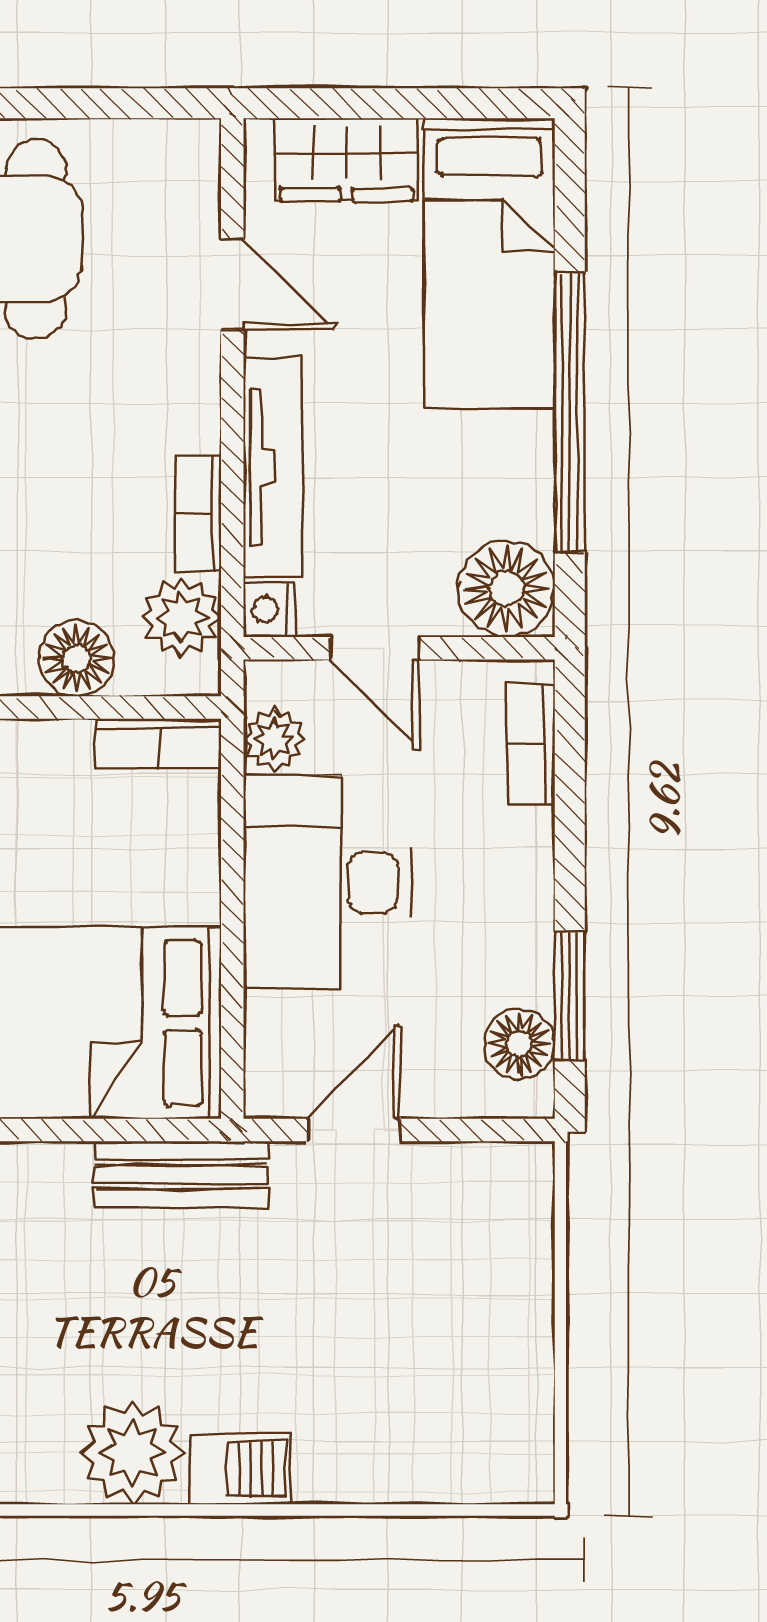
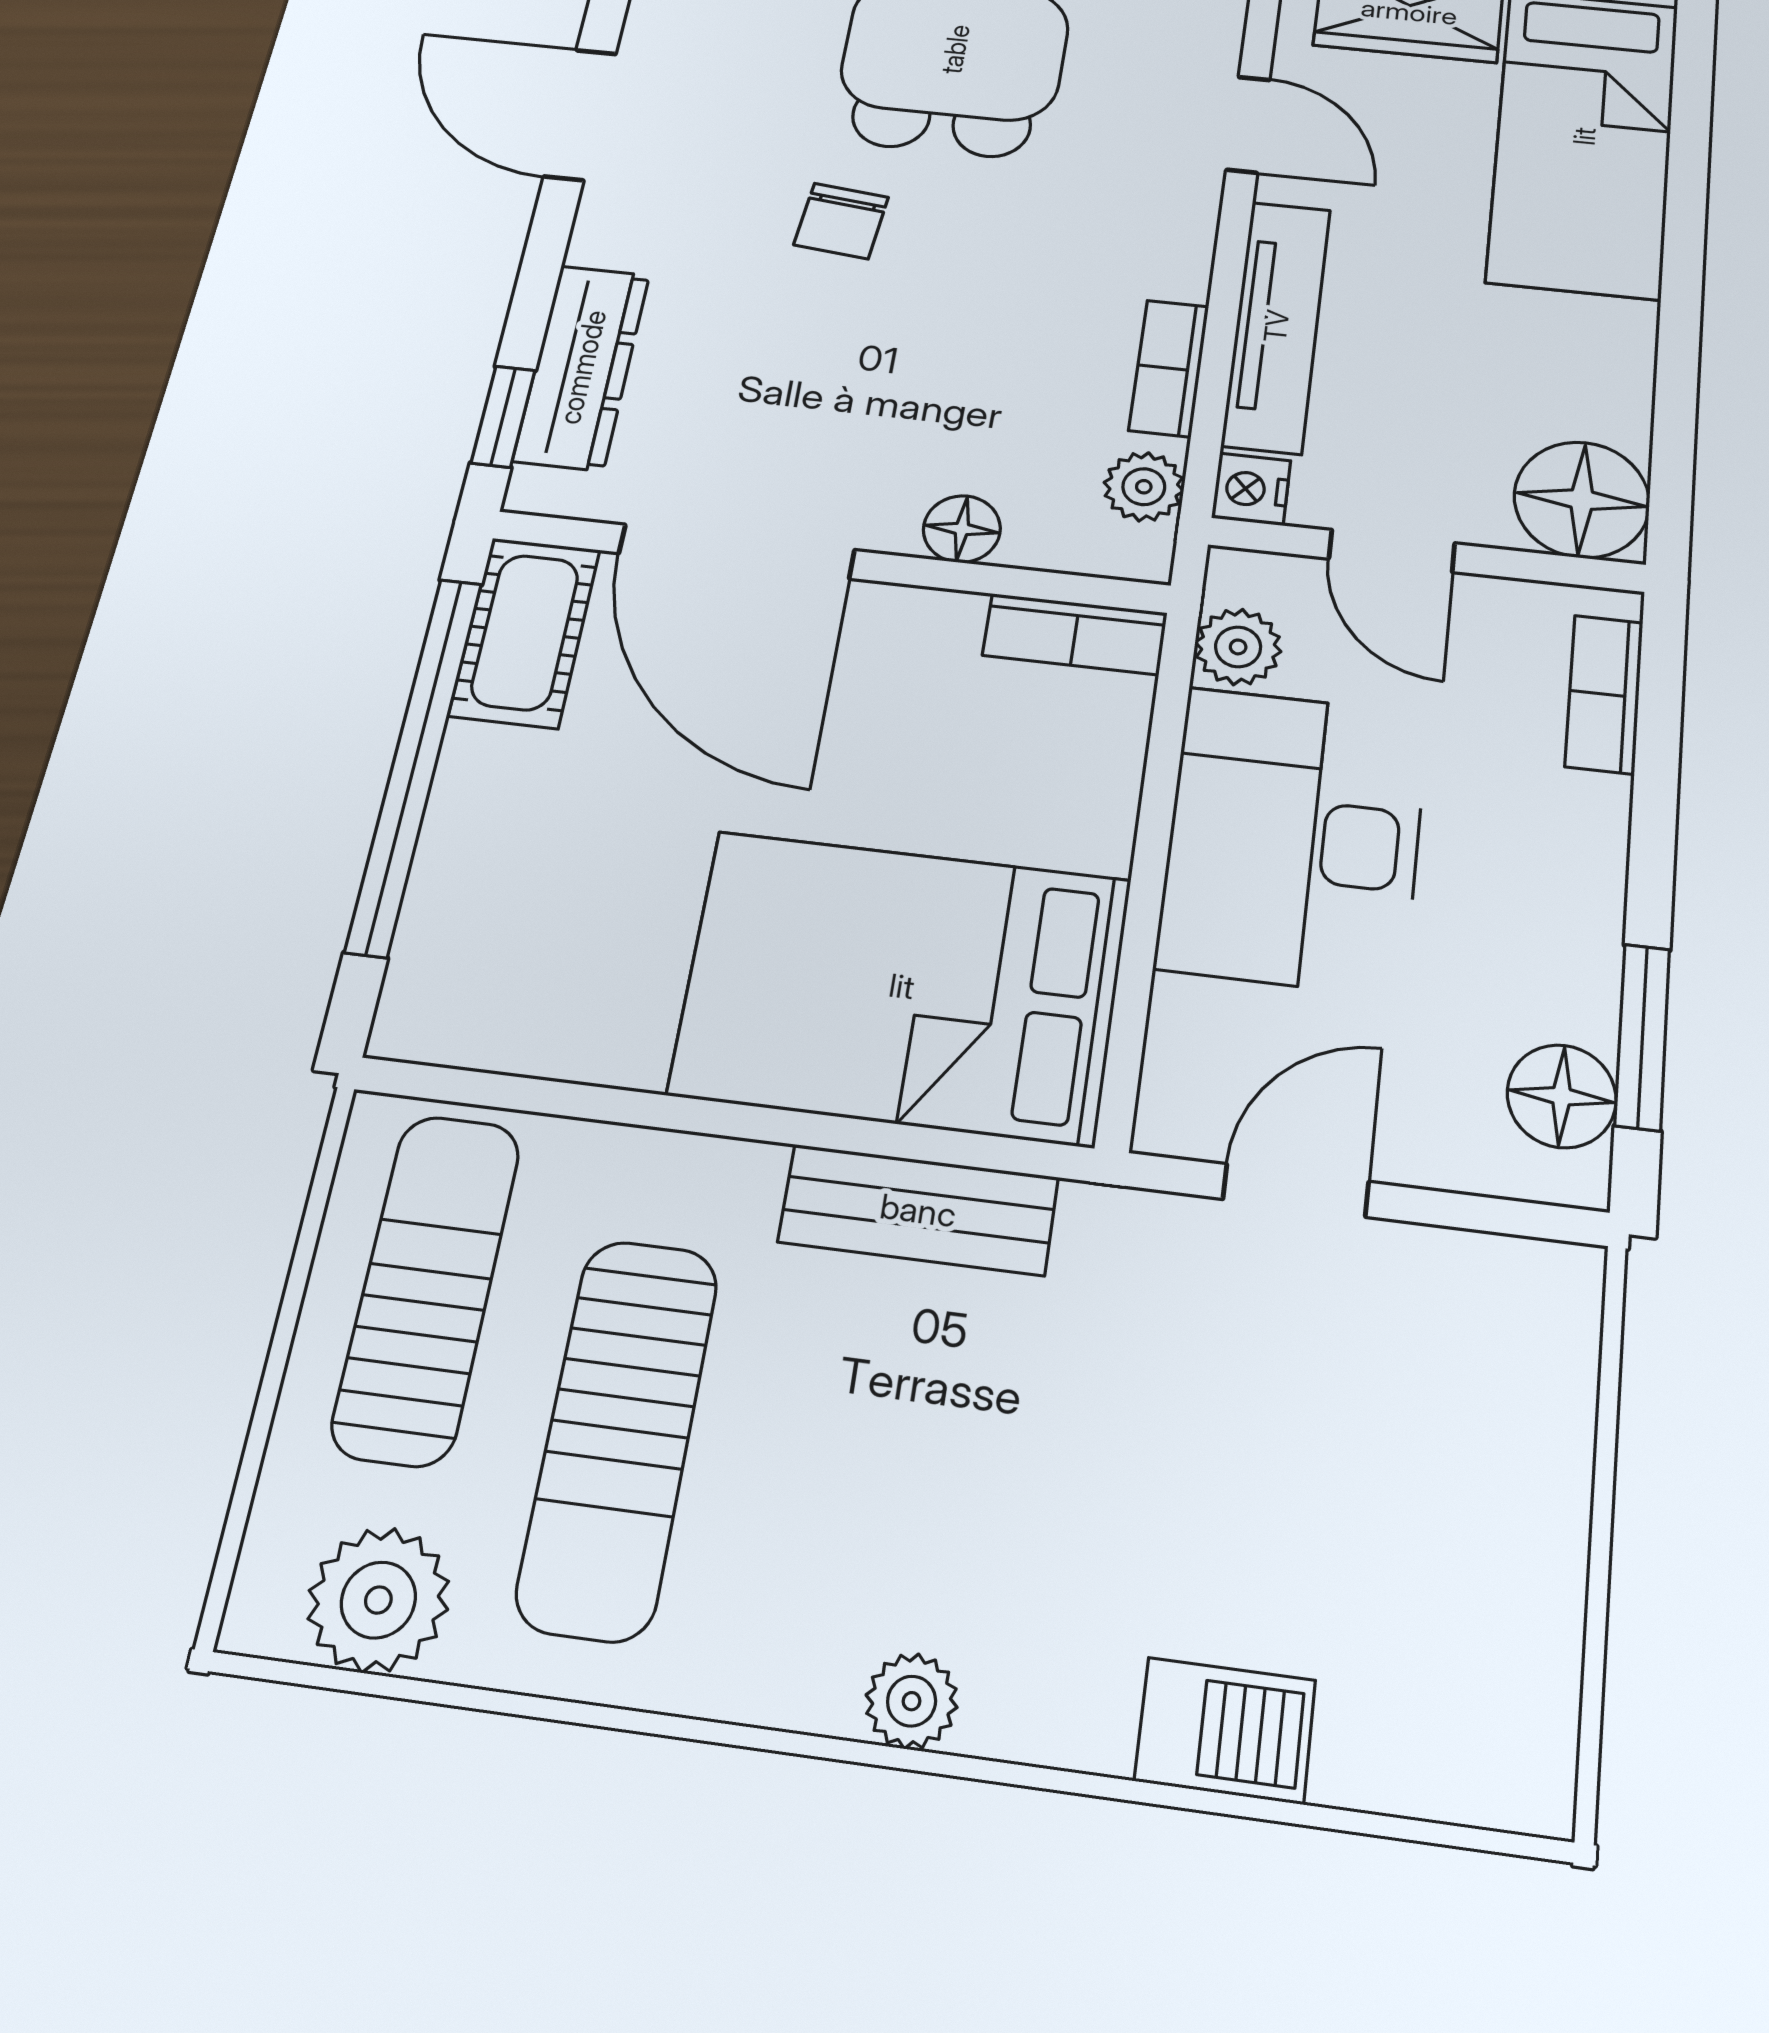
window: (570, 412) -> (1681, 307), removed
plant: (181, 617) -> (1144, 487), width x0.73, depth x0.73
floor lamp: (77, 658) -> (962, 529), width x0.73, depth x0.73
bench: (181, 1174) -> (918, 1210), moved
plant: (133, 1453) -> (912, 1701), width x0.53, depth x0.53
barbecue: (241, 1469) -> (1225, 1730), moved

